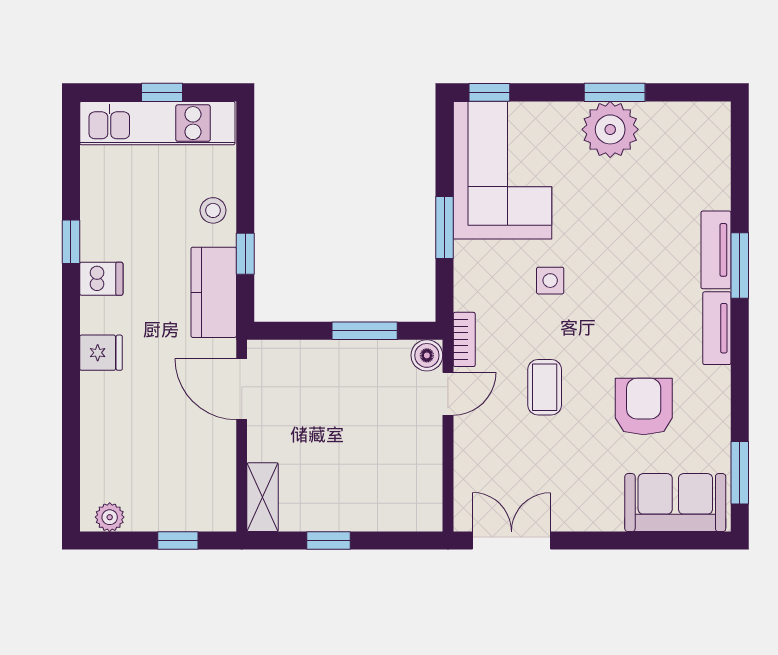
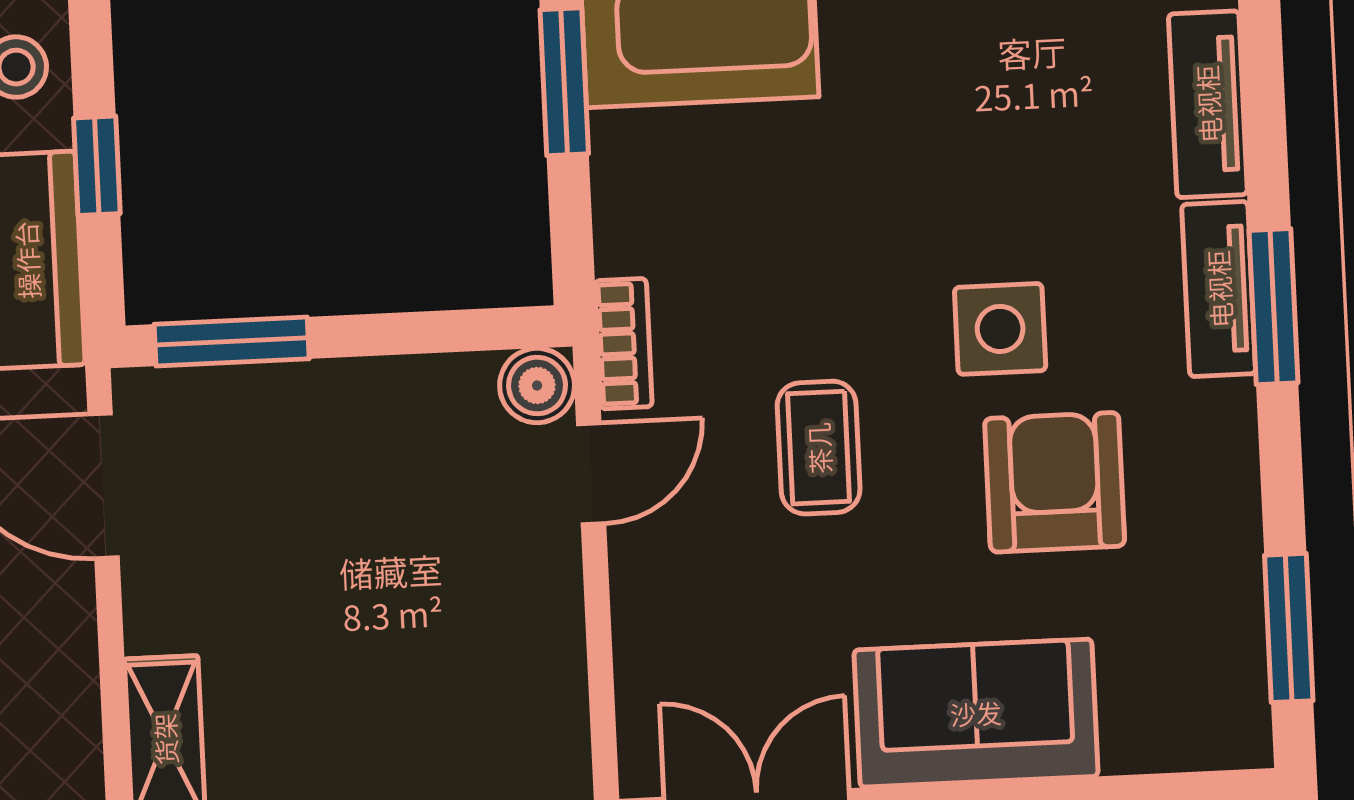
window: (740, 265) -> (1274, 307), moved
side table: (550, 281) -> (1000, 329), moved, width x1.37, depth x1.37
window: (365, 331) -> (232, 342), moved
sofa: (675, 503) -> (976, 713), moved

